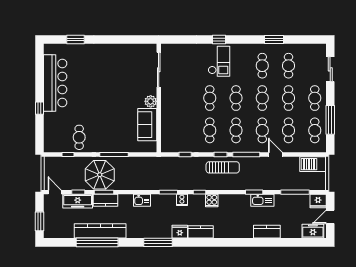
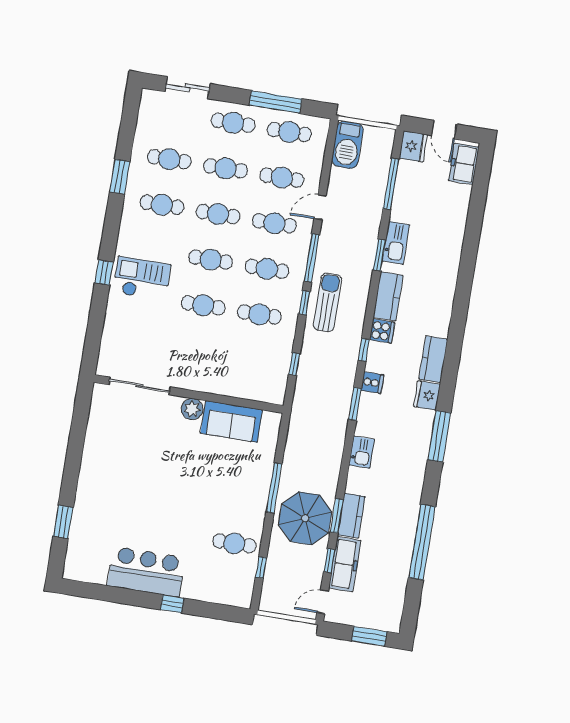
bar counter: (55, 83) -> (146, 572), width x0.73
kitchen counter: (100, 231) -> (403, 534), removed
kitchen counter: (267, 232) -> (388, 296), moved, turned 180

